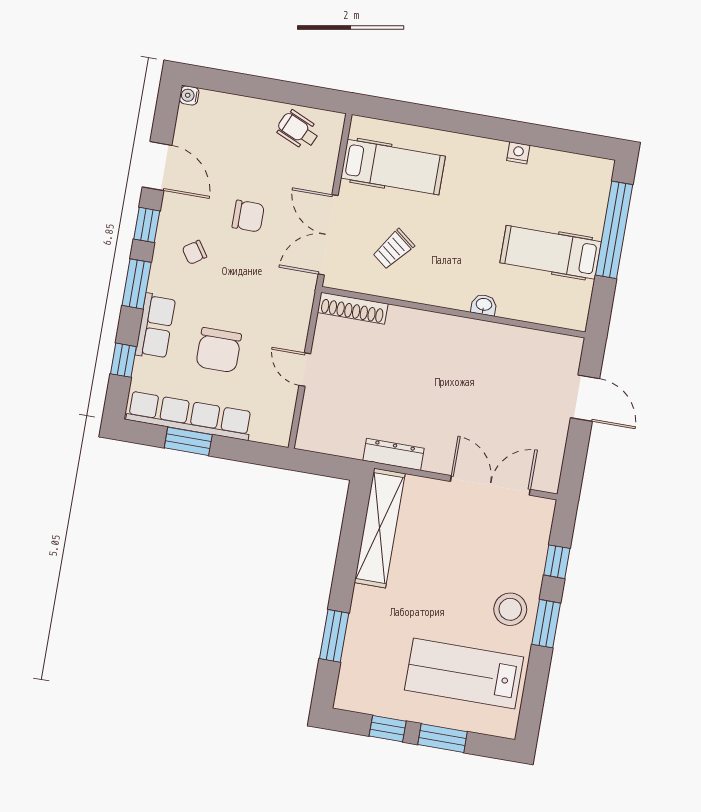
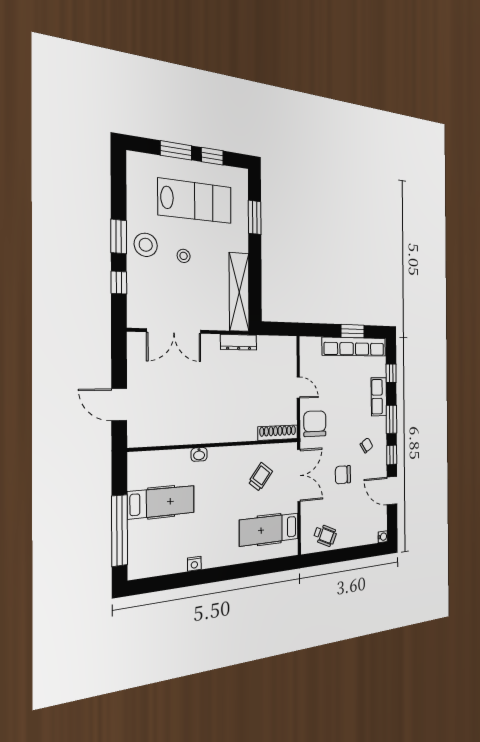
chair: (219, 350) -> (315, 424), moved
stool: (457, 589) -> (184, 256), added
lab bench: (464, 674) -> (195, 201), moved

